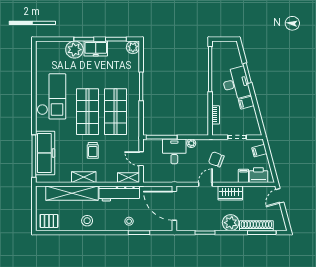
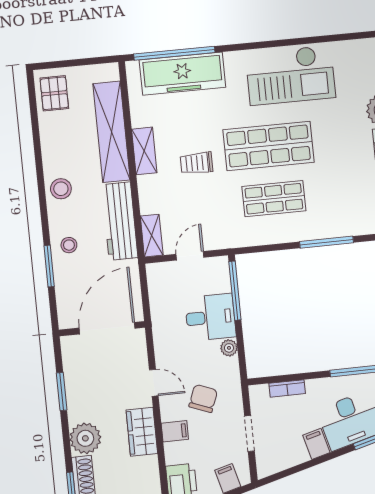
shop shelf: (115, 112) -> (274, 199), width x0.70, depth x0.74
filing cabinet: (243, 176) -> (175, 431), moved
stool: (87, 221) -> (61, 189), moved

